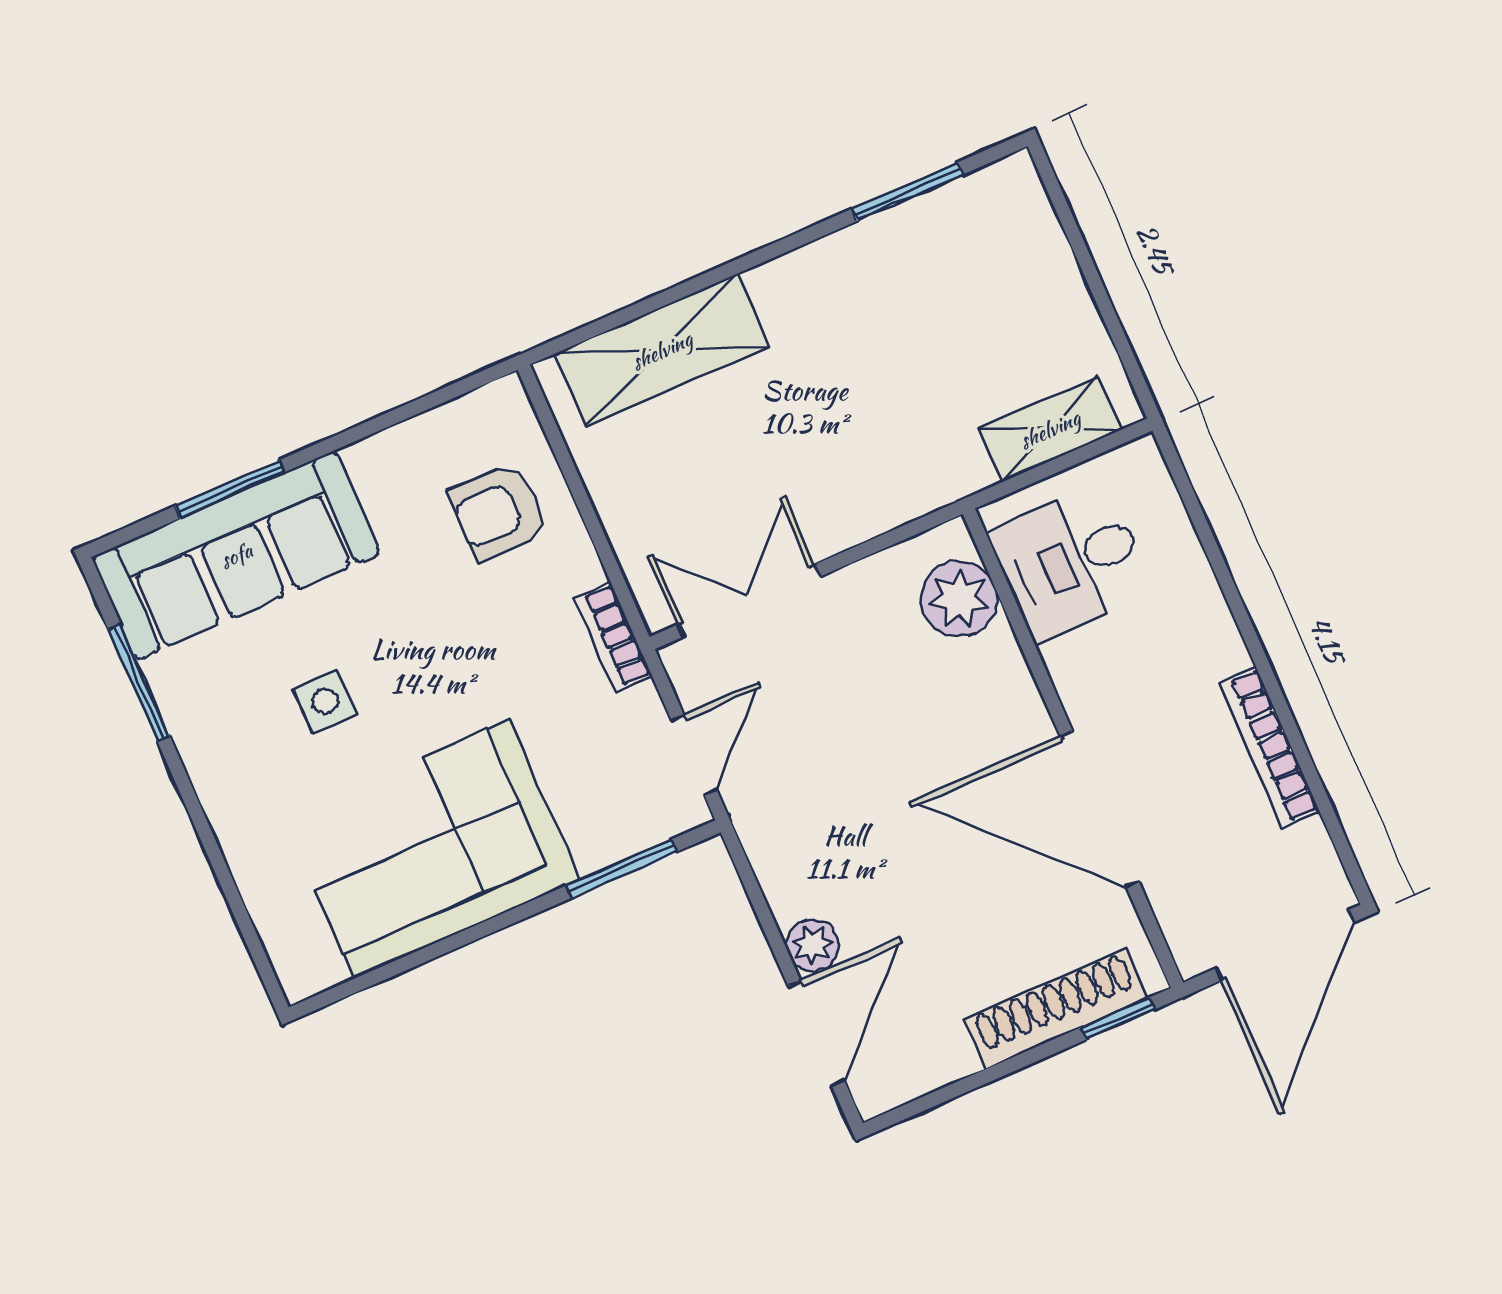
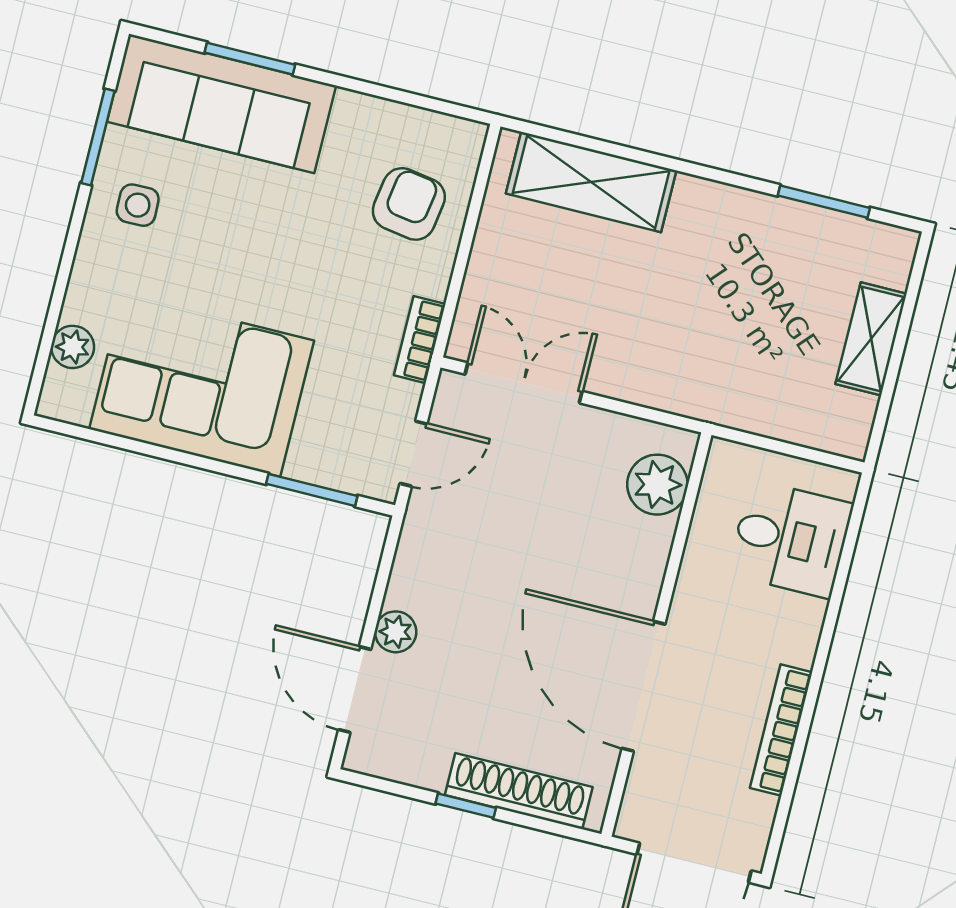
shelving: (1050, 429) -> (871, 339), moved, turned 90
armchair: (498, 511) -> (409, 204), turned 99
desk: (1071, 562) -> (791, 539), moved, turned 180
side table: (325, 701) -> (138, 205), moved
plant: (275, 910) -> (73, 347), added
window: (1118, 1018) -> (466, 806), moved
door: (816, 1033) -> (355, 690), swing flipped

